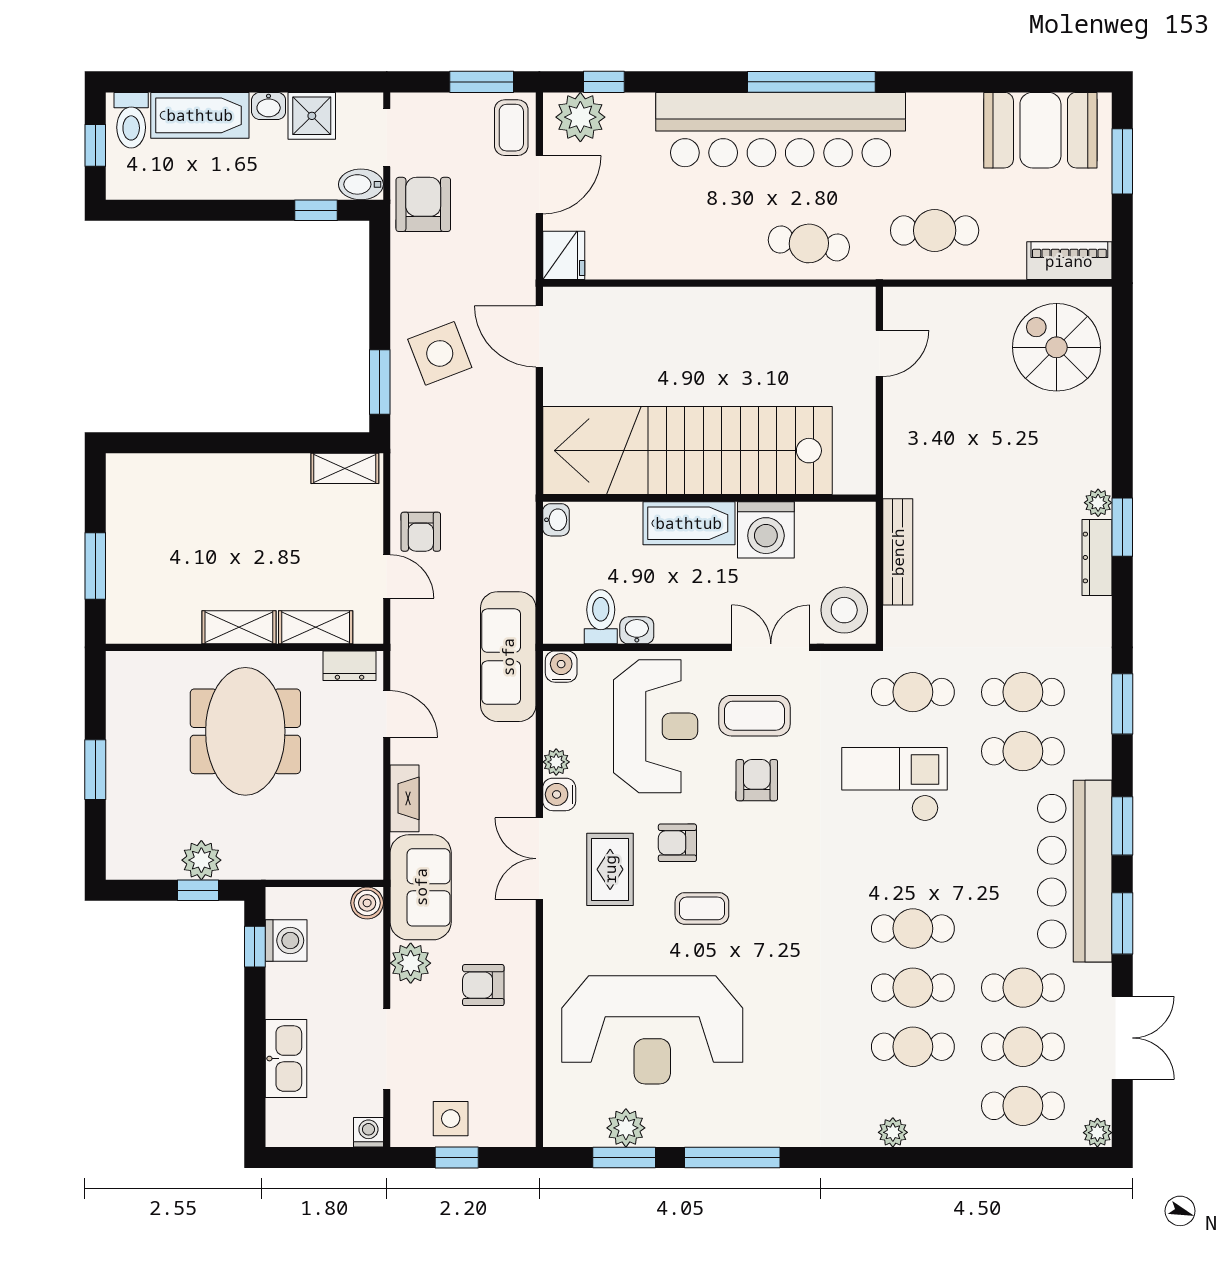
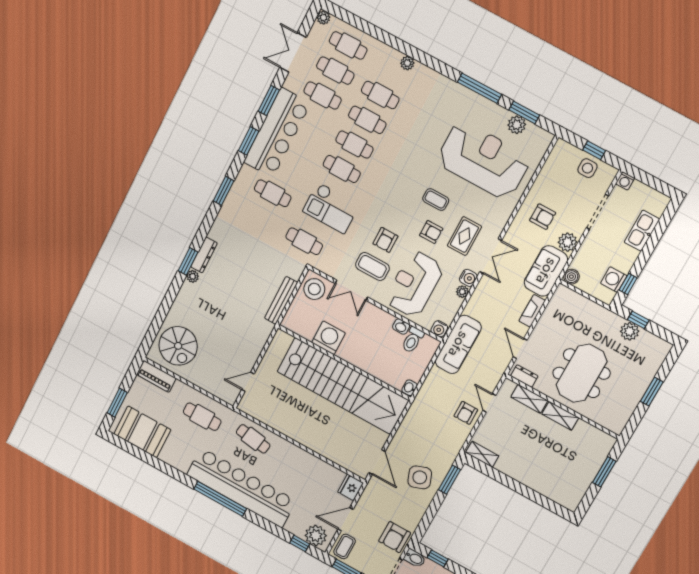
bathtub: (689, 523) -> (357, 357), removed
armchair: (421, 532) -> (466, 413), turned 180
cafe table: (1023, 692) -> (342, 169), moved

